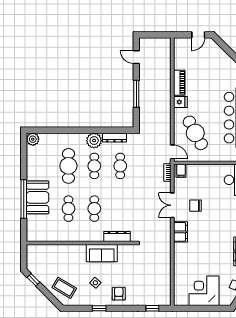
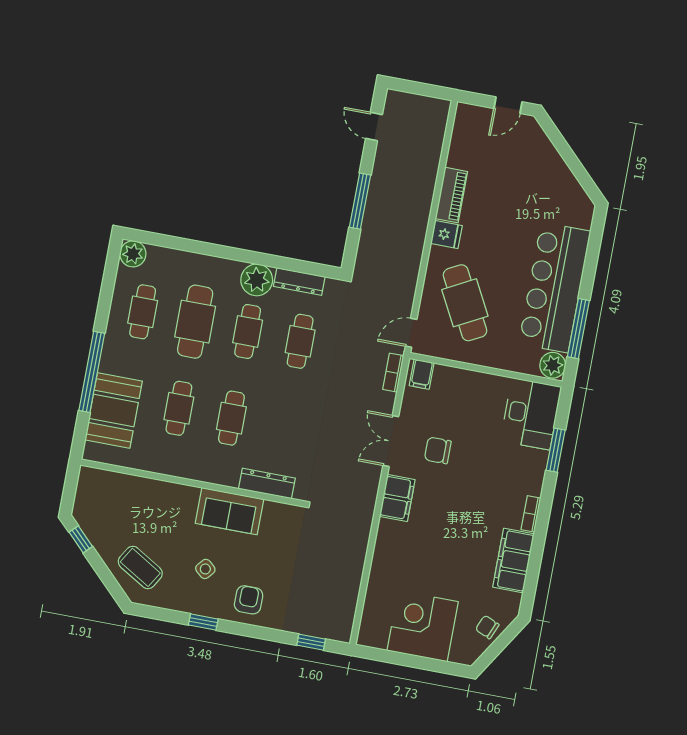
door: (172, 152) -> (411, 333), swing flipped
cafe table: (43, 166) -> (143, 312), added
booth: (38, 197) -> (114, 410), moved

